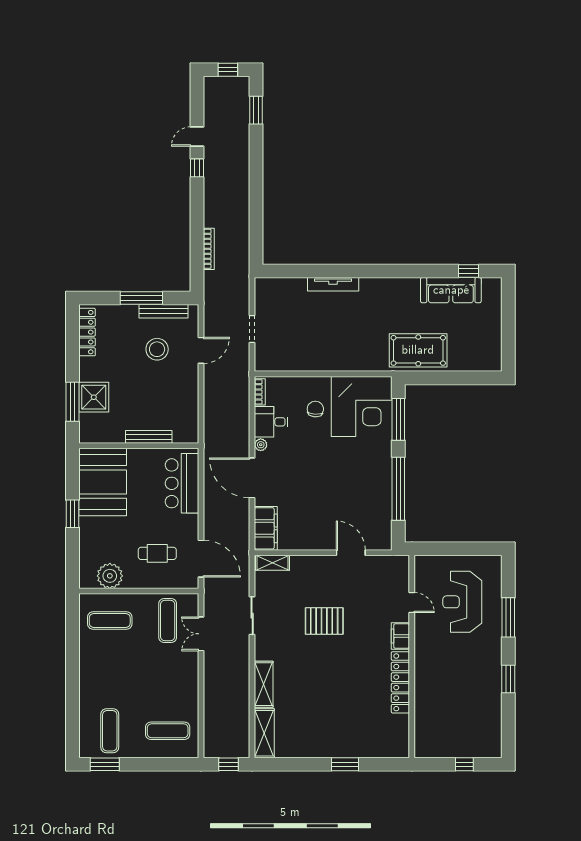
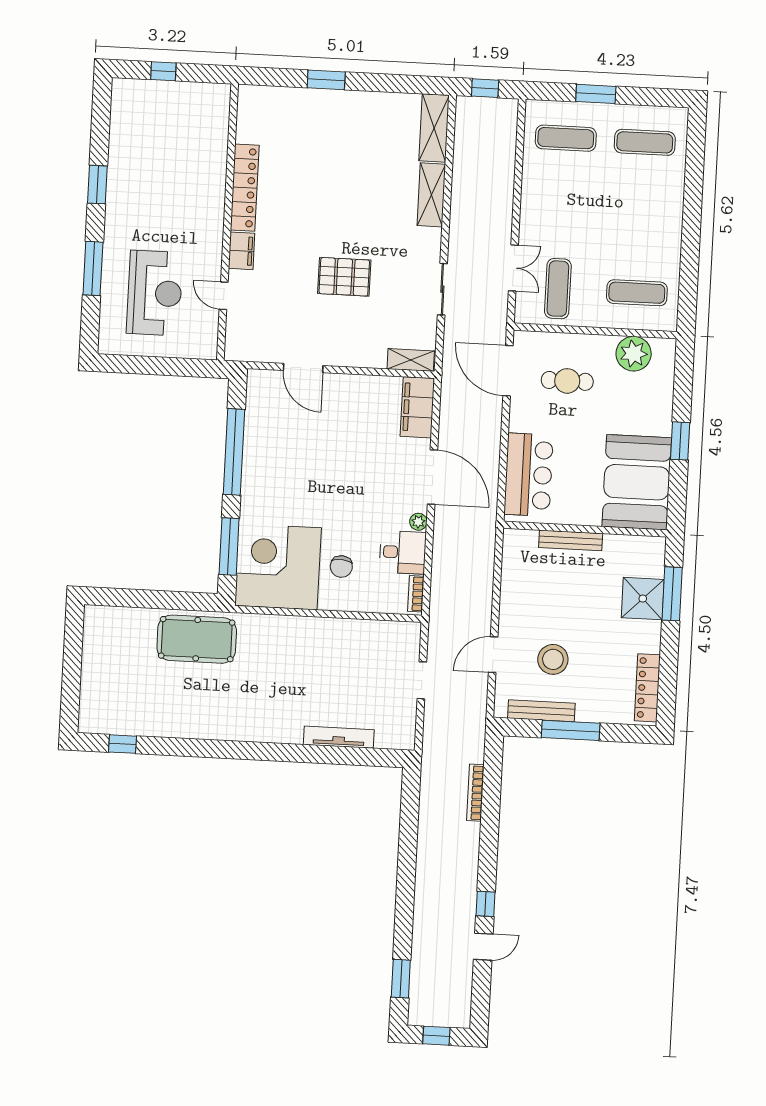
tv unit: (333, 284) -> (339, 737), moved
sofa: (451, 290) -> (148, 719), removed
exercise mat: (110, 731) -> (645, 142), turned 90
window: (105, 764) -> (596, 94), moved

